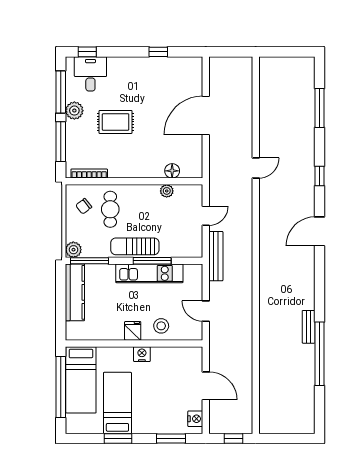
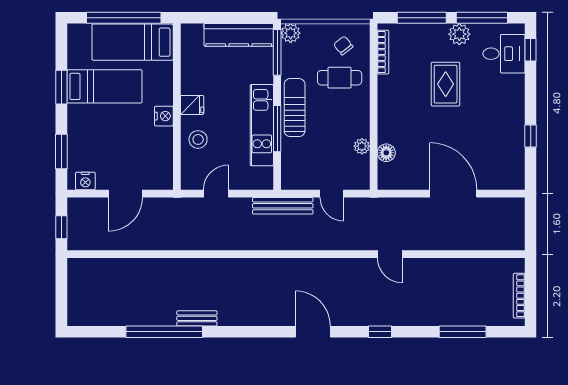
bookcase: (290, 61) -> (519, 296), added

